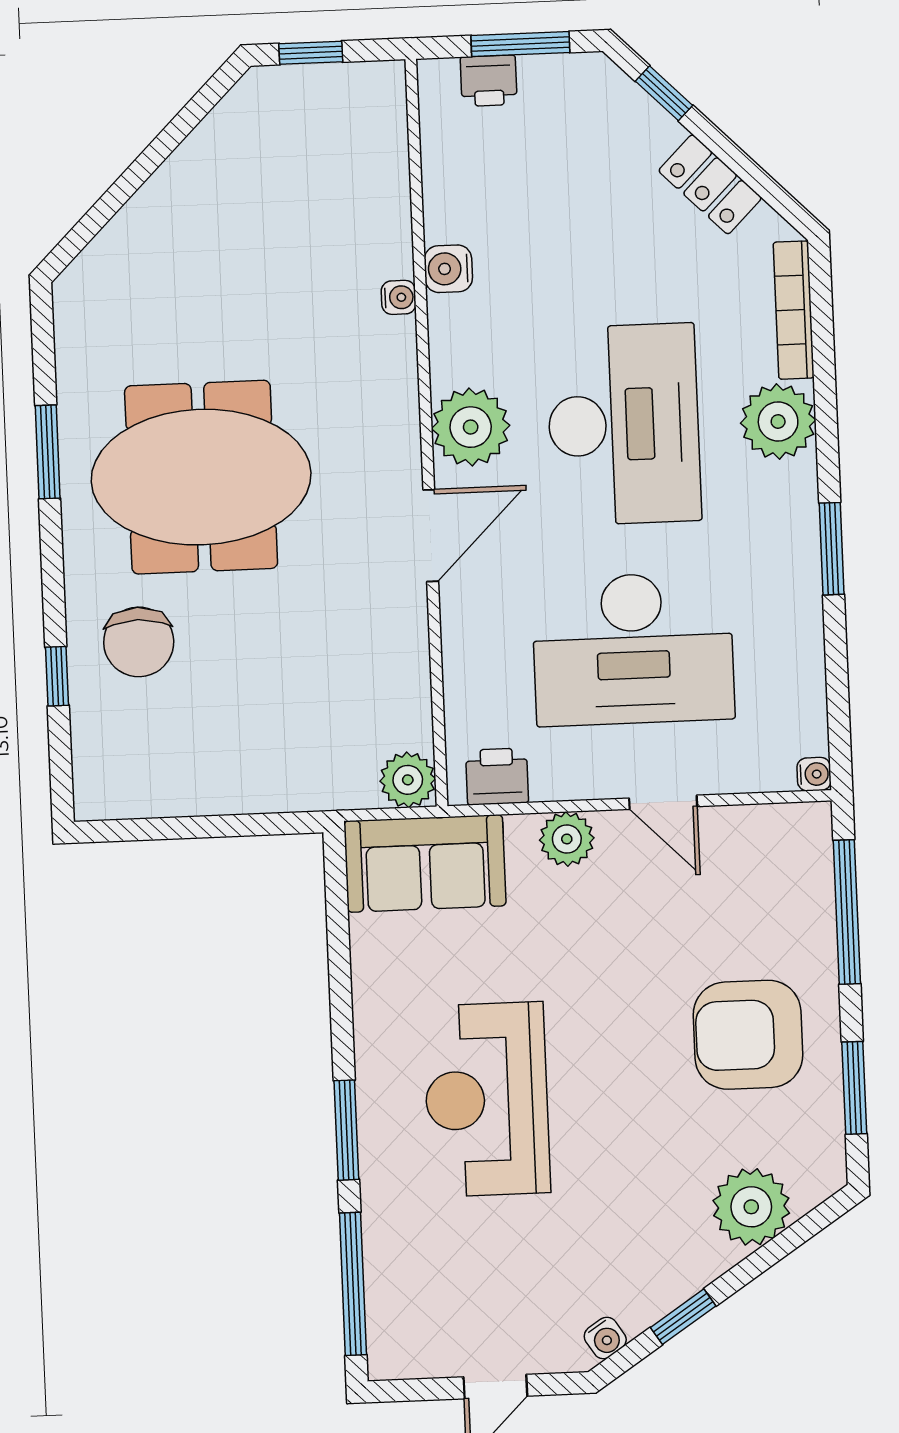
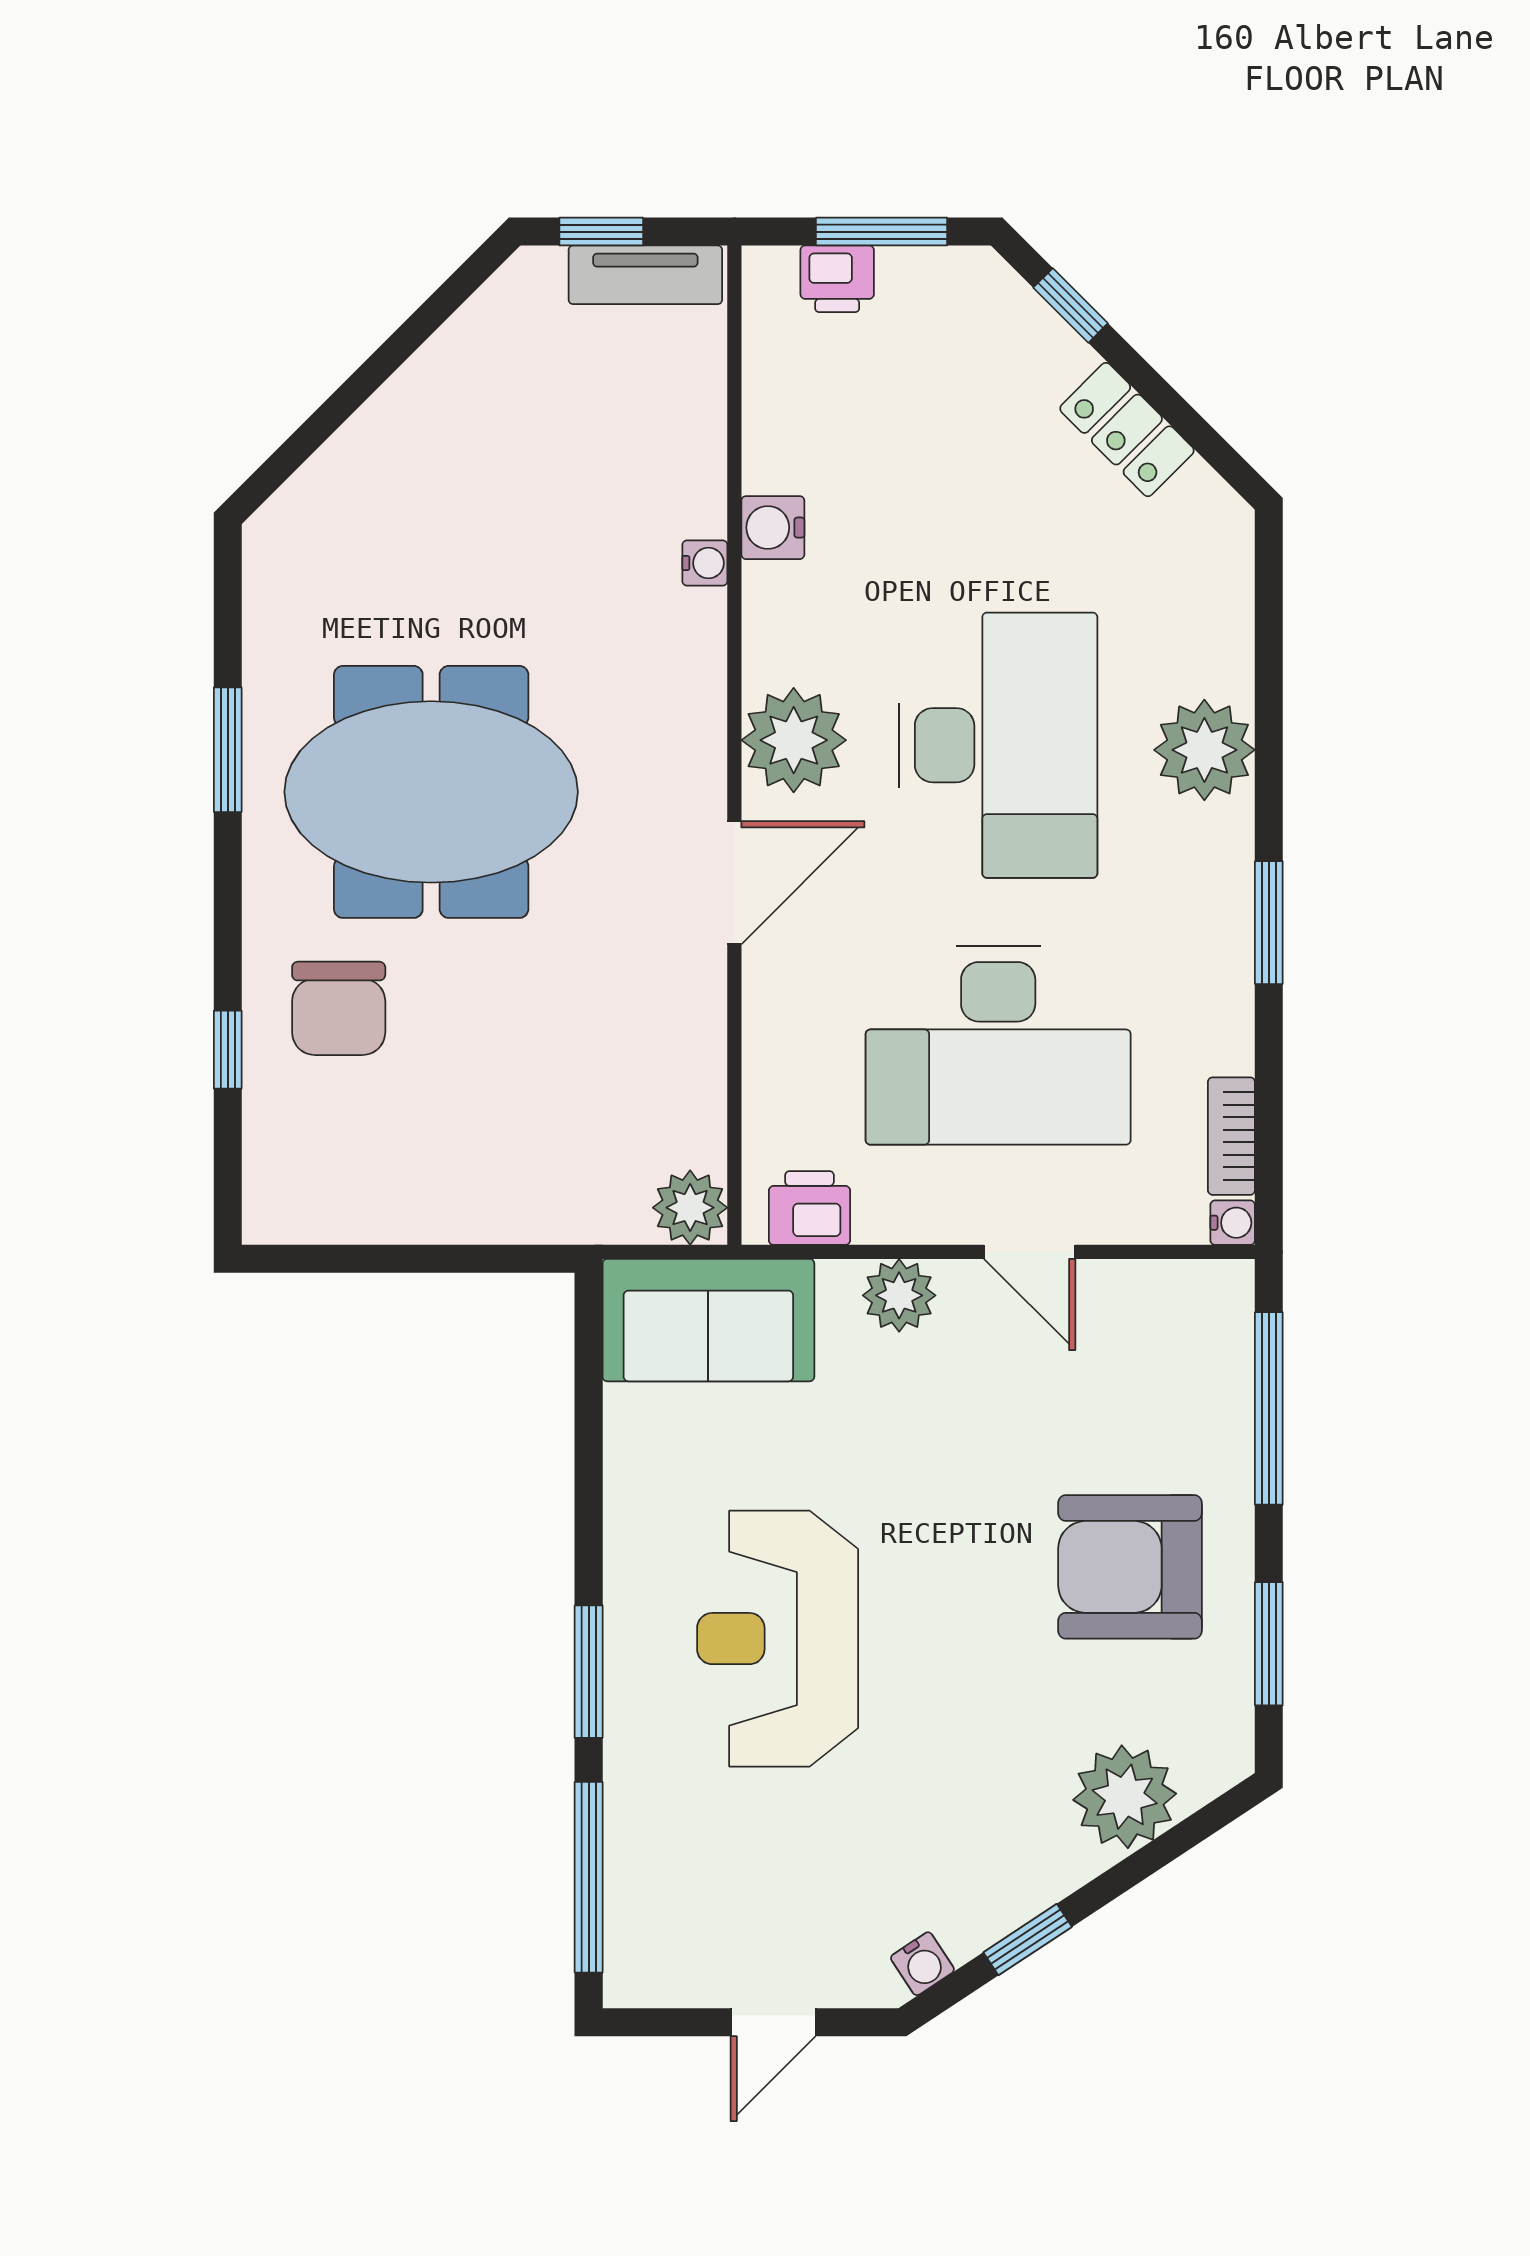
tv unit: (345, 84) -> (645, 275), added
bookcase: (794, 310) -> (1231, 1136), moved, width x0.64

